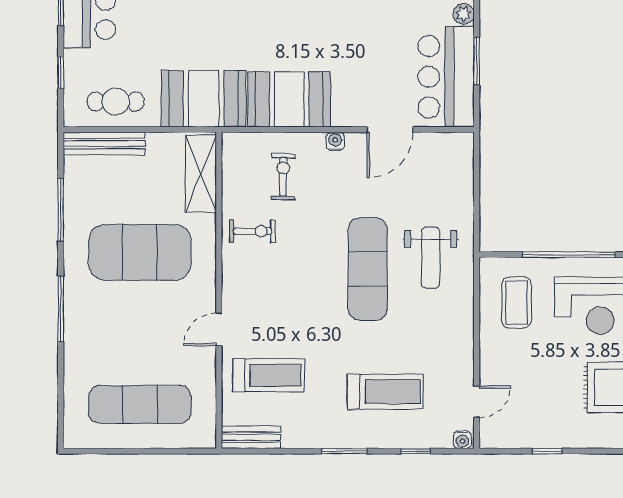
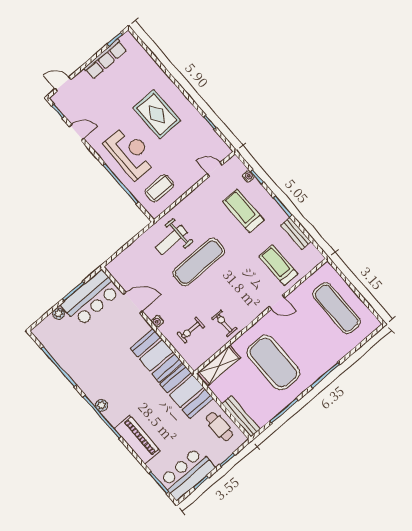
weight bench: (431, 258) -> (171, 240), turned 180
bench: (251, 437) -> (296, 233), moved
water cooler: (462, 440) -> (248, 176), moved

